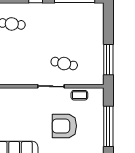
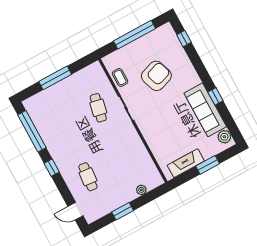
window: (108, 60) -> (55, 78), moved
armchair: (64, 126) -> (156, 76), turned -109

